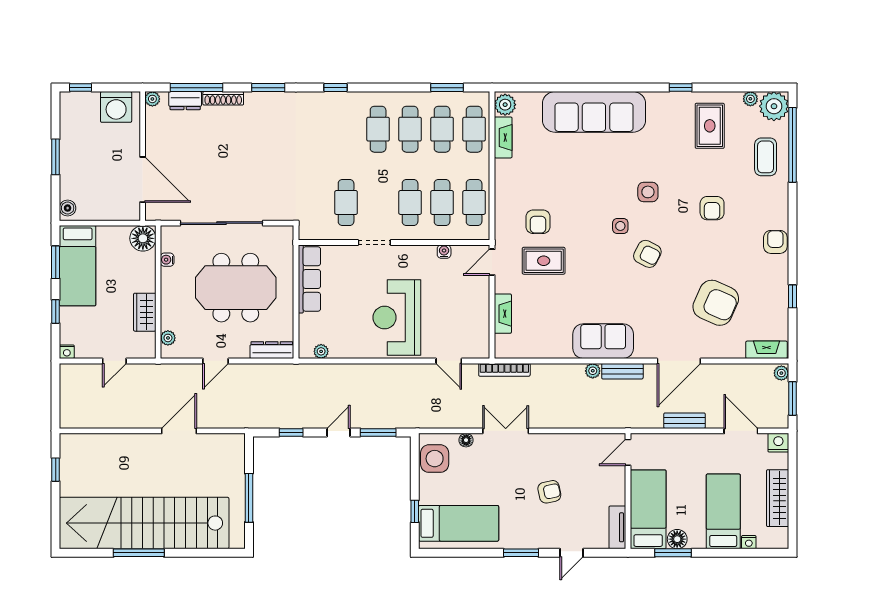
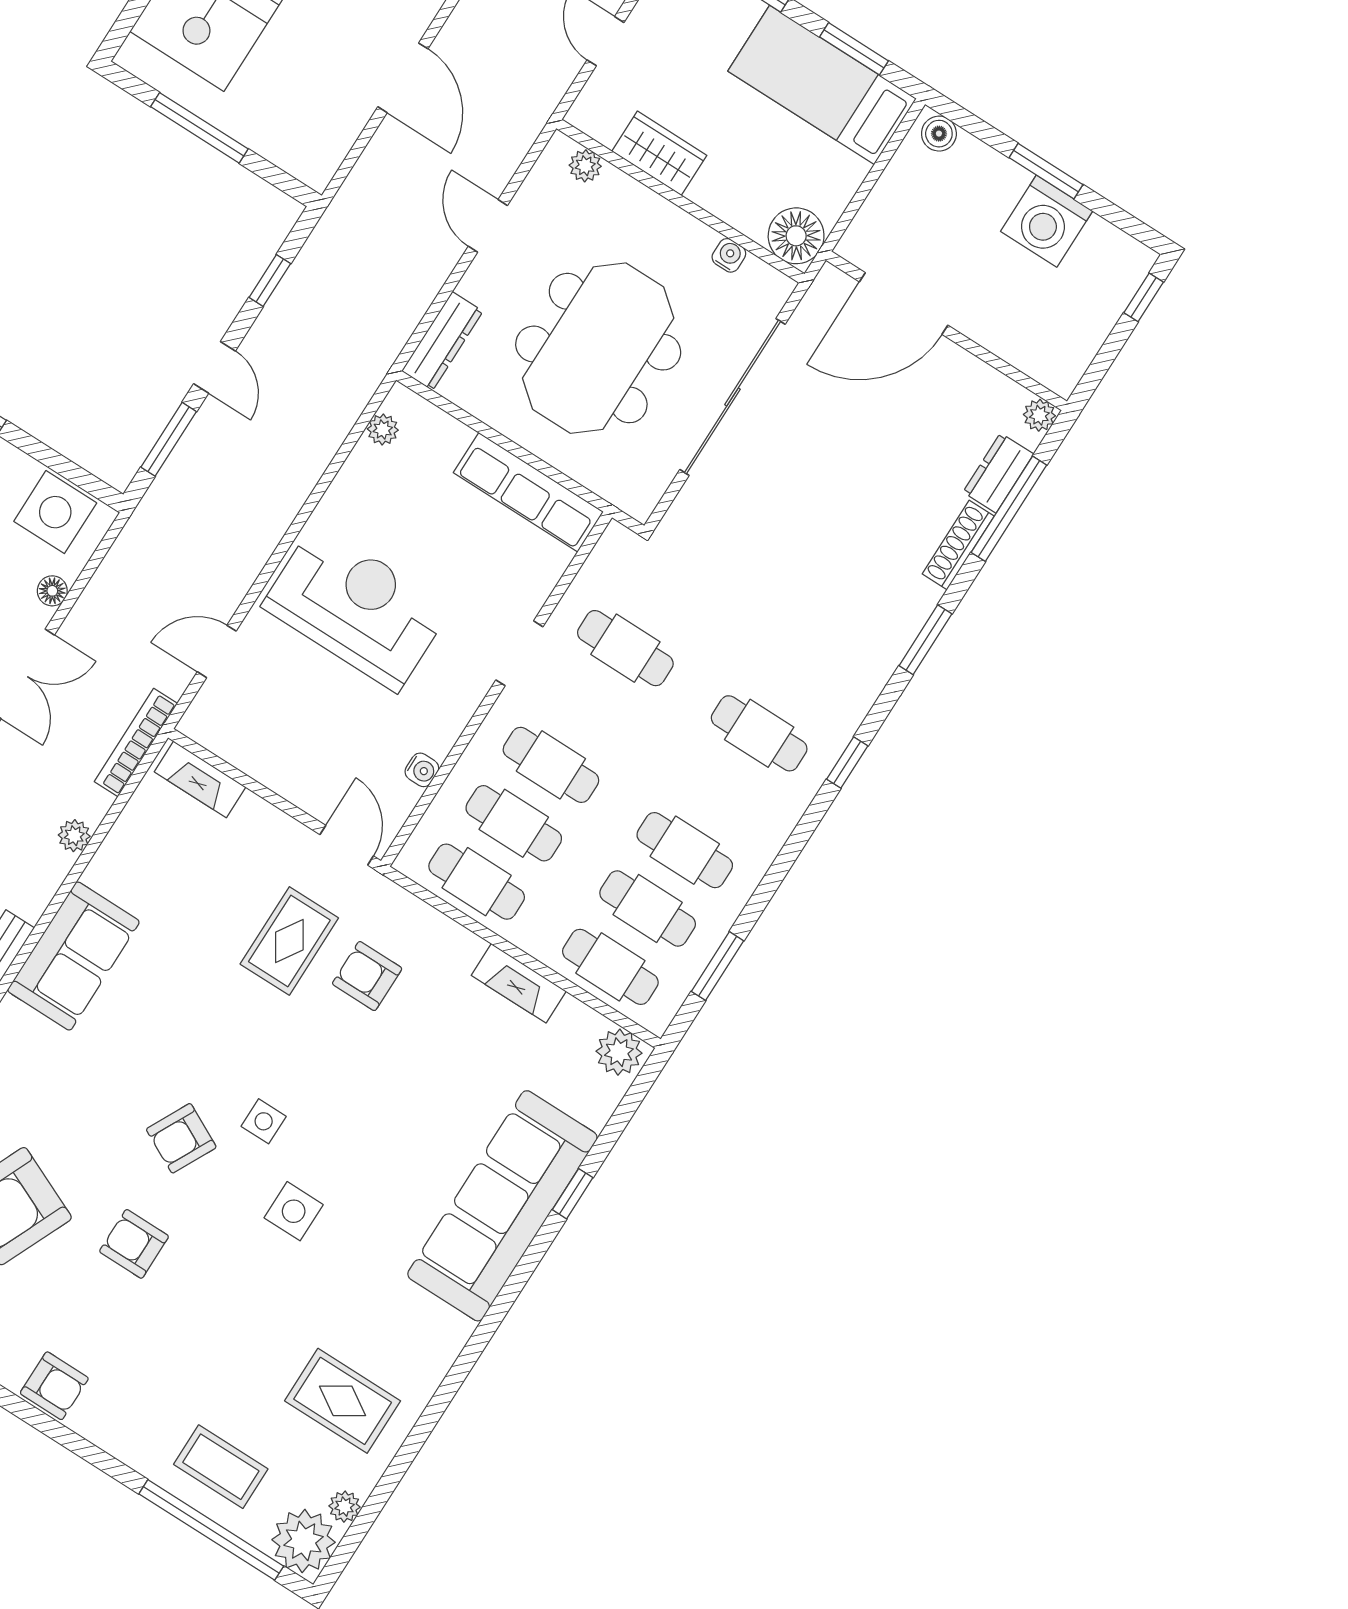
window: (681, 88) -> (573, 1194), moved
washing machine: (116, 107) -> (1047, 221), moved, turned -90
cafe table: (378, 129) -> (759, 733), moved
fireplace: (503, 137) -> (519, 983), moved
armchair: (712, 208) -> (134, 1244), moved
fireplace: (503, 314) -> (200, 779), moved
plant: (593, 371) -> (74, 836), moved

